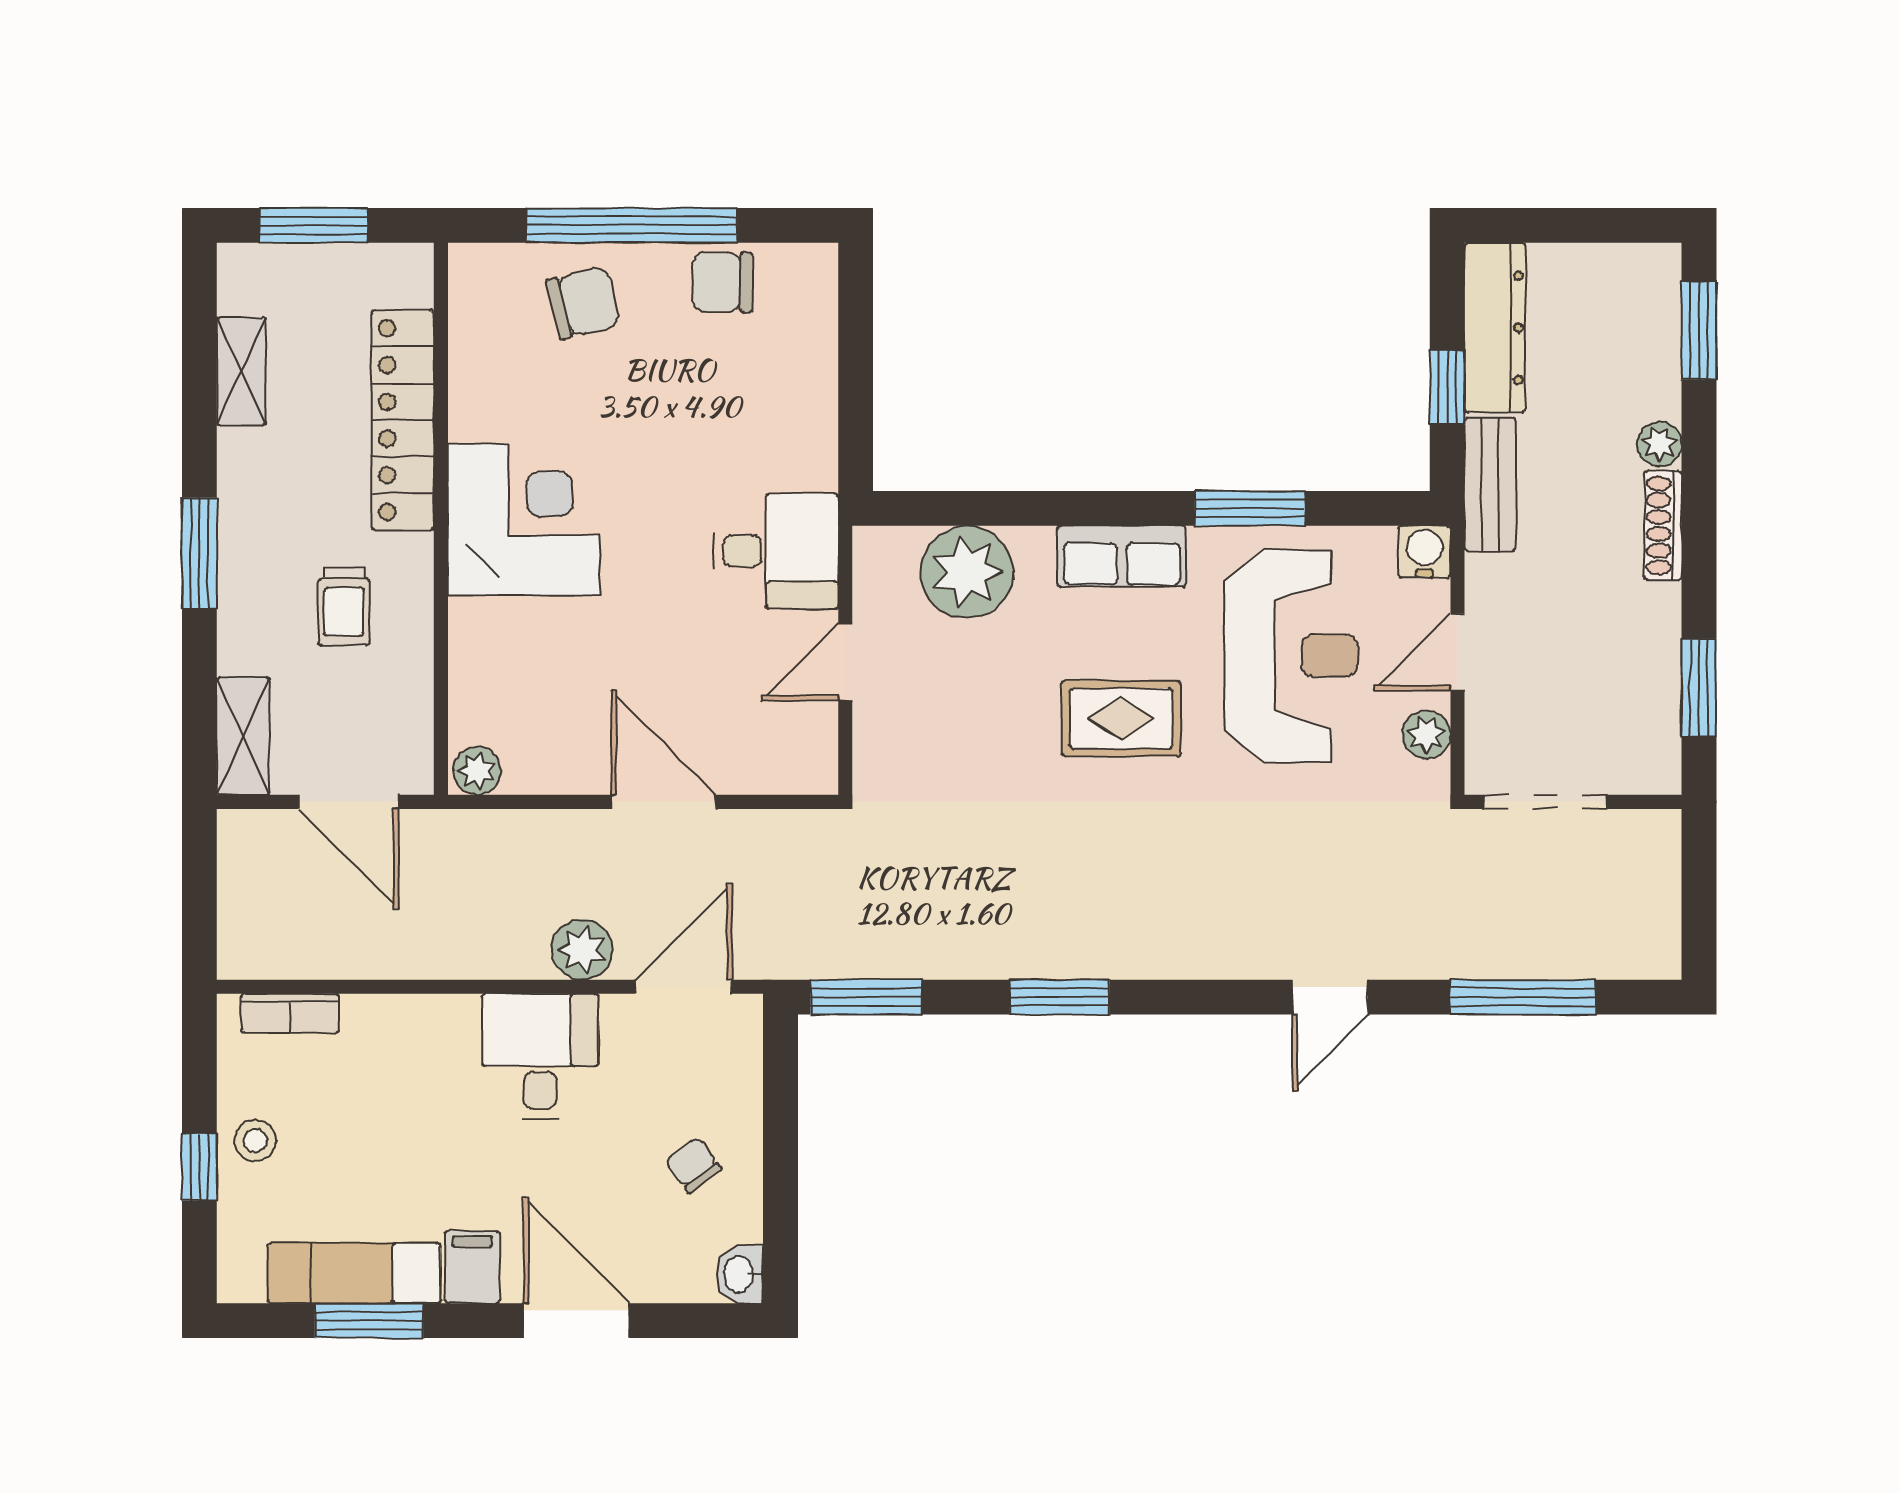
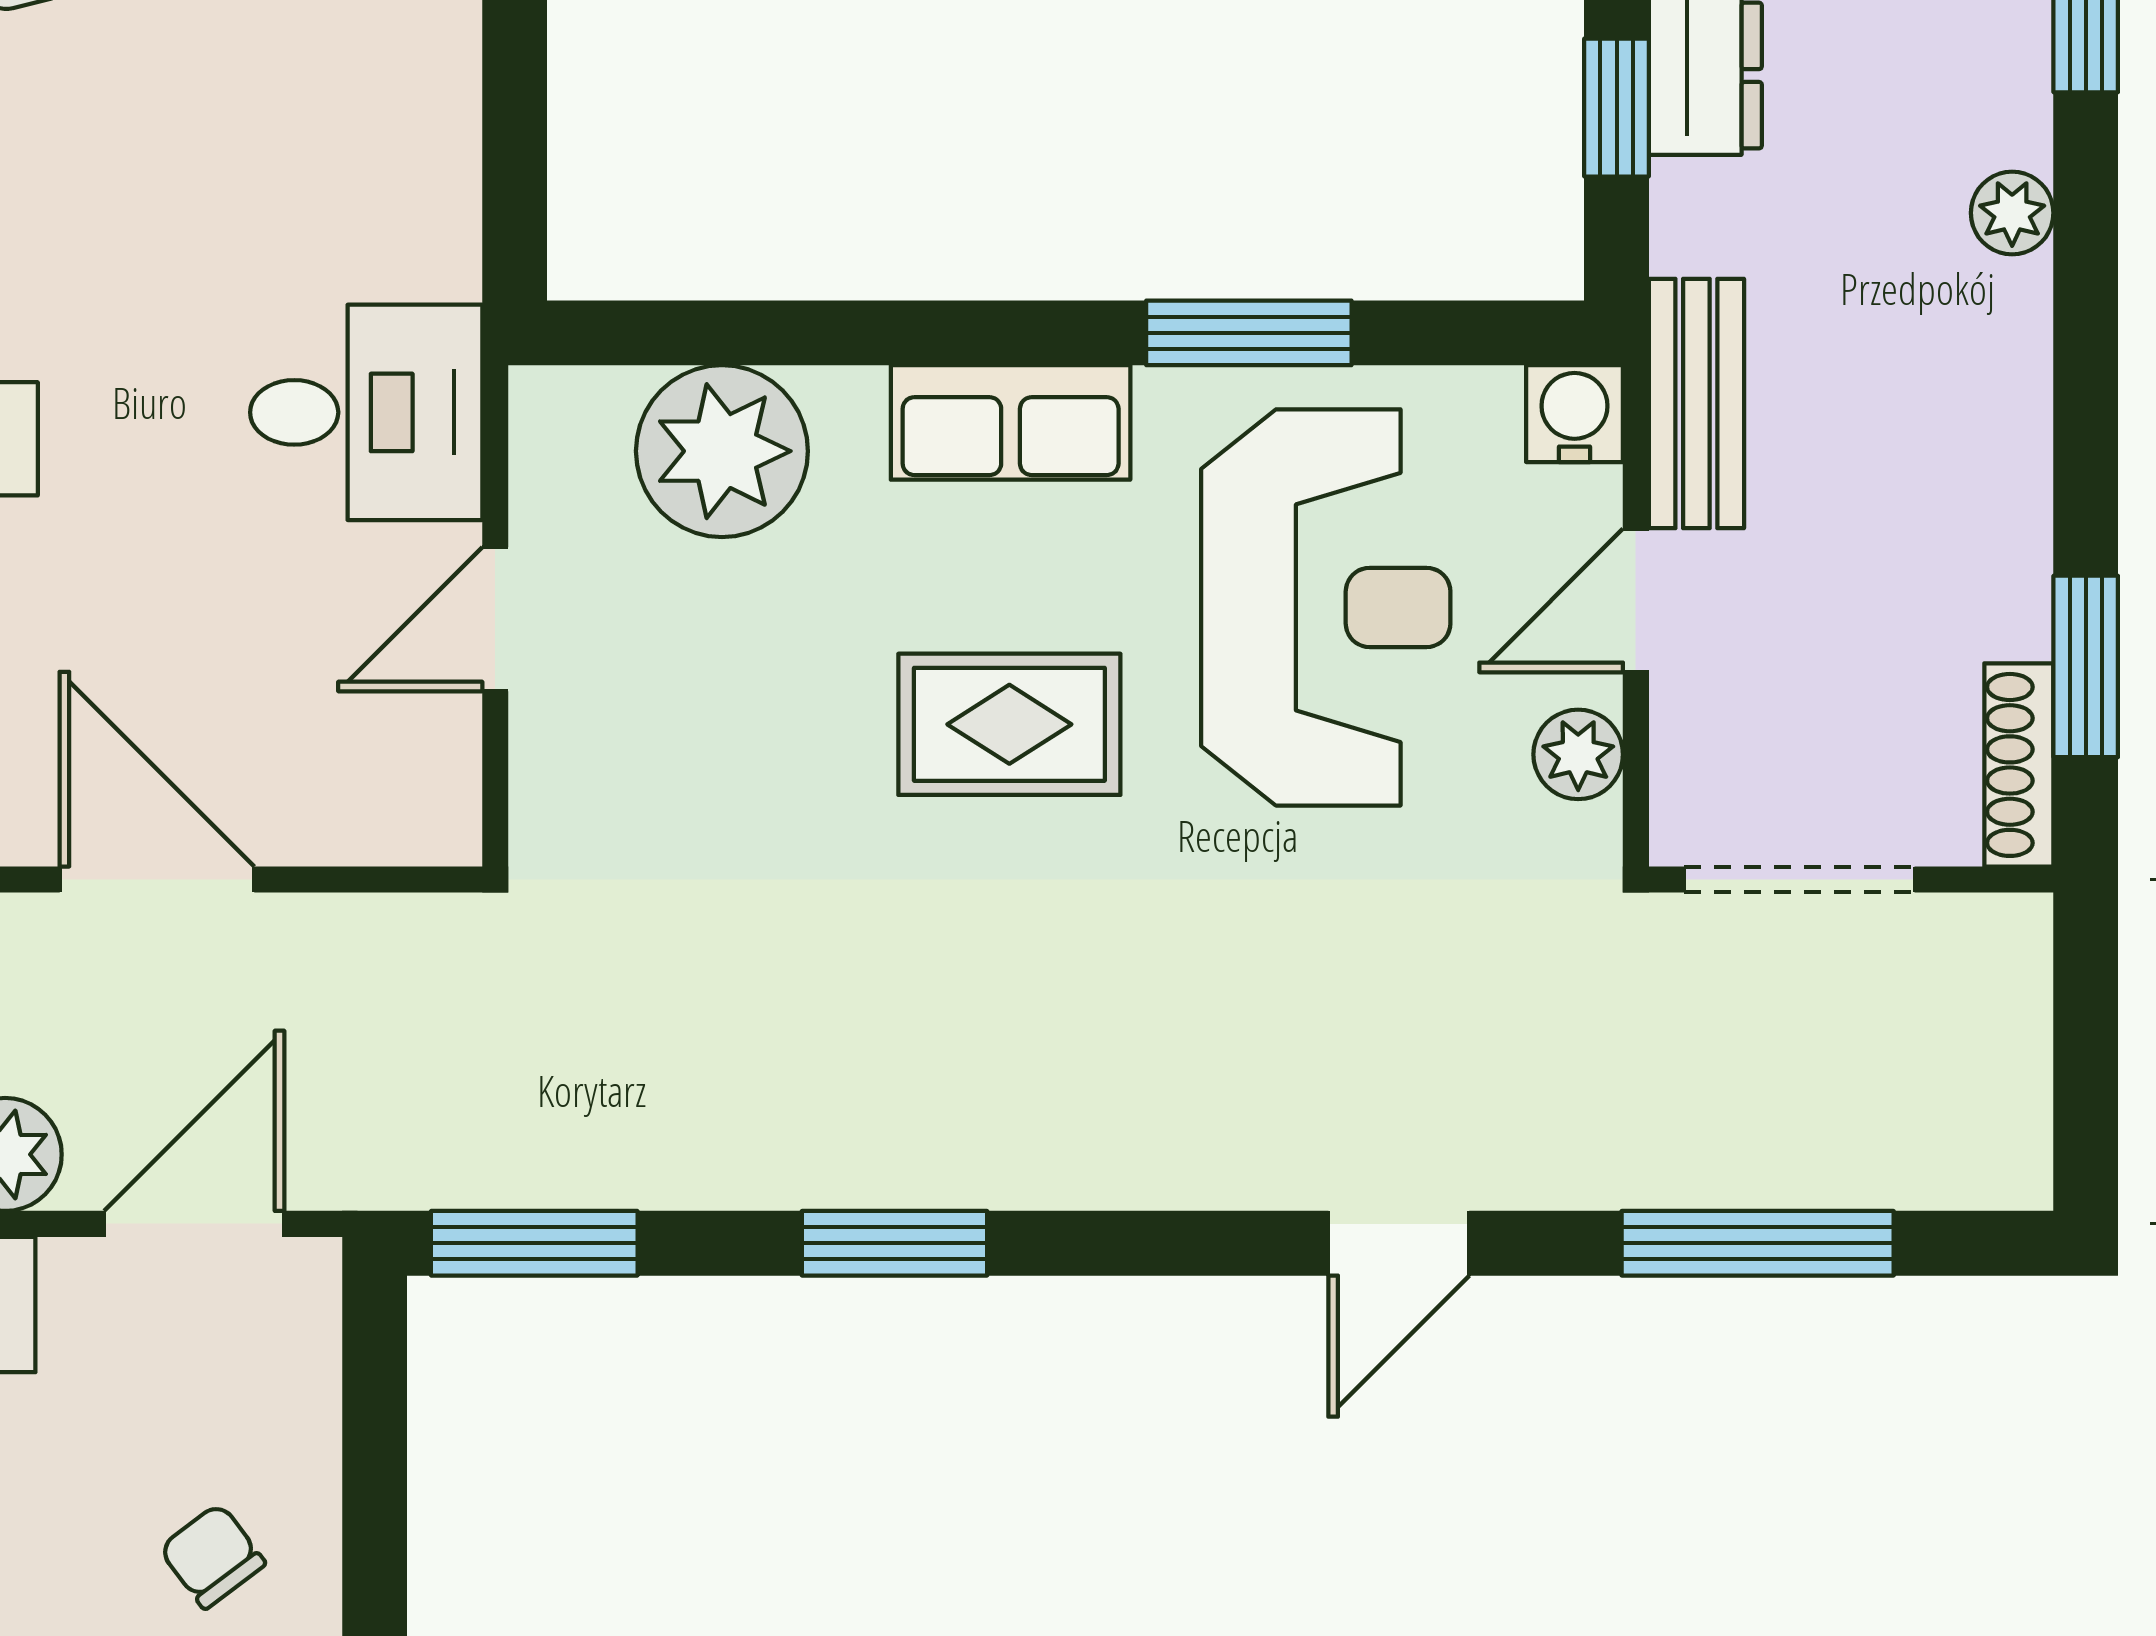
bench: (1490, 484) -> (1696, 403), moved
shoe rack: (1663, 525) -> (2019, 765), moved

